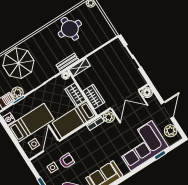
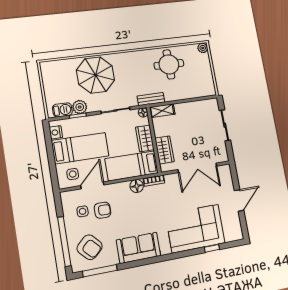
floor lamp: (147, 92) -> (137, 186), moved
plant: (109, 117) -> (172, 180), removed
plant: (171, 131) -> (234, 225), removed

